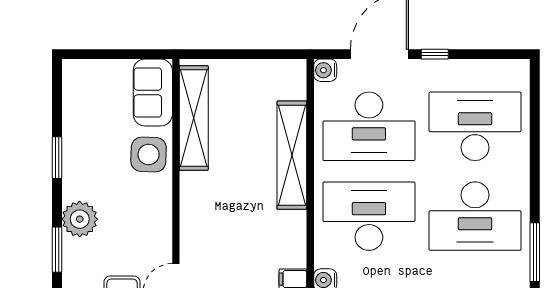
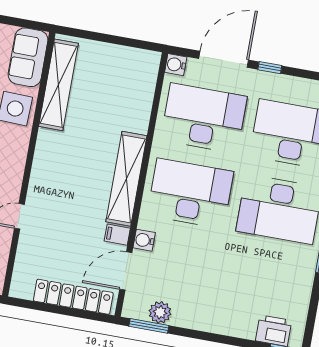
desk: (369, 126) -> (204, 118), turned 180
shelving: (292, 155) -> (126, 179), moved

